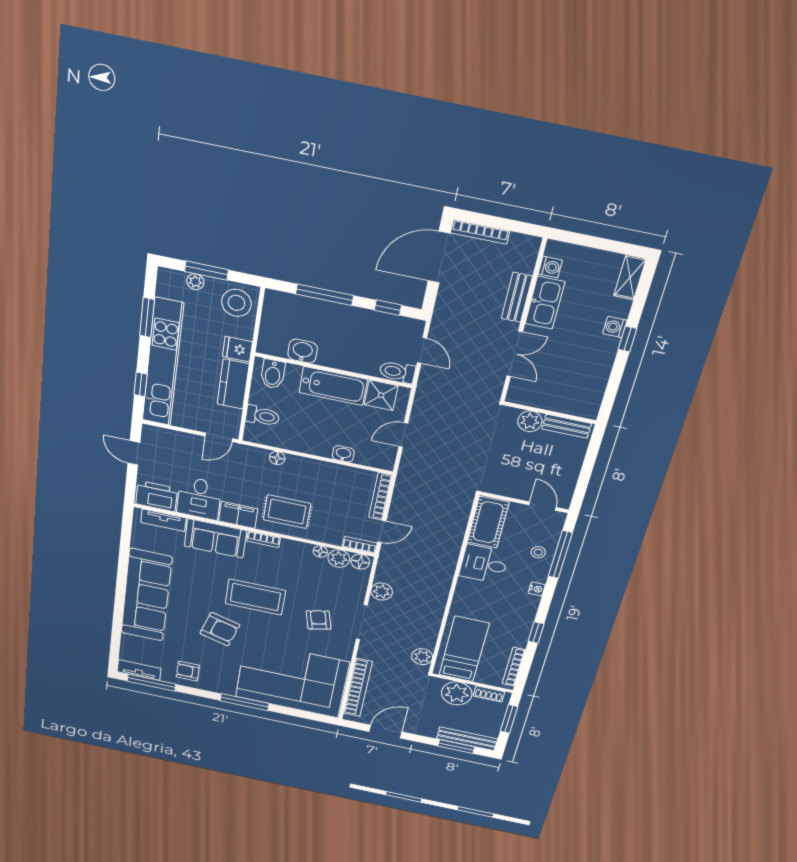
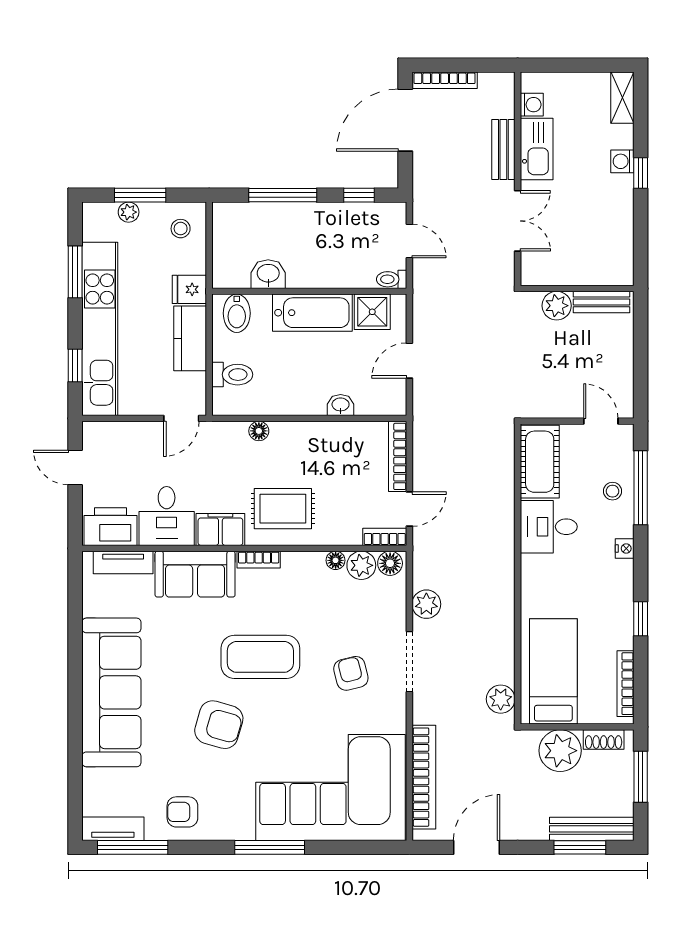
stool: (236, 303) -> (181, 229), width x0.53, depth x0.53
toilet: (397, 372) -> (392, 279), width x0.73, depth x0.72

